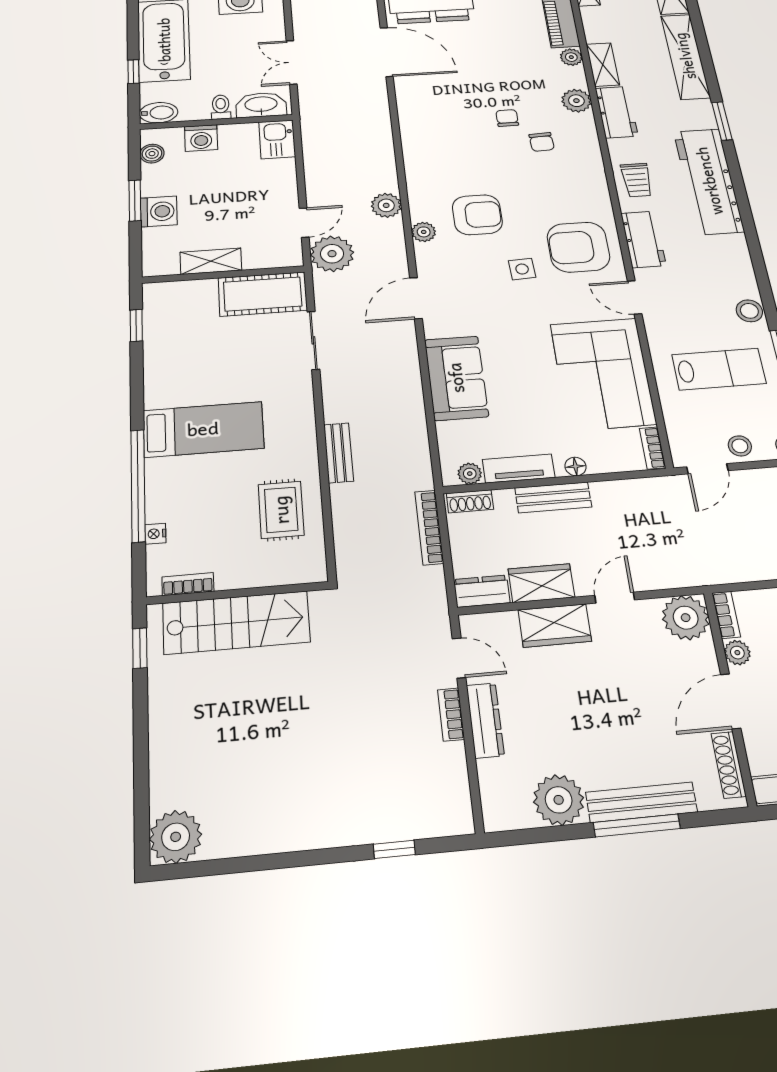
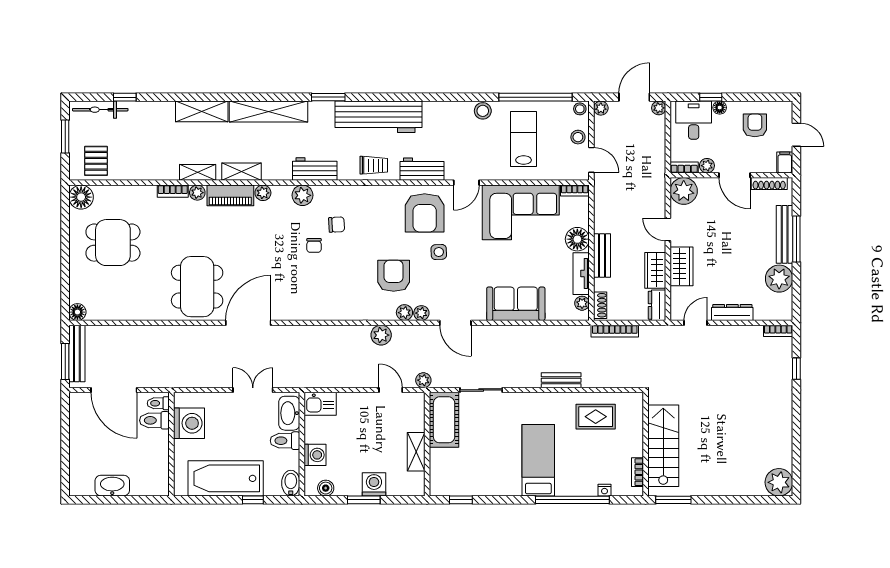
double door: (292, 62) -> (253, 390), swing flipped
shelving: (603, 65) -> (242, 172), moved
toilet: (221, 107) -> (285, 441), width x1.37, depth x1.39
chair: (507, 118) -> (314, 245), turned -90
plant: (426, 253) -> (421, 313), added
plant: (332, 254) -> (423, 380), width x0.53, depth x0.53
floor lamp: (575, 466) -> (577, 239), width x1.89, depth x1.89
window: (140, 648) -> (673, 500), width x1.50
bookcase: (451, 714) -> (778, 331), moved

